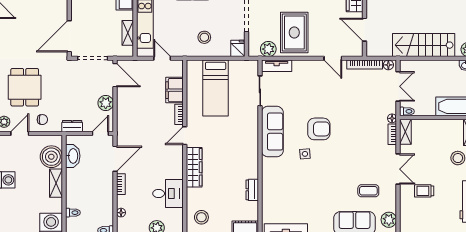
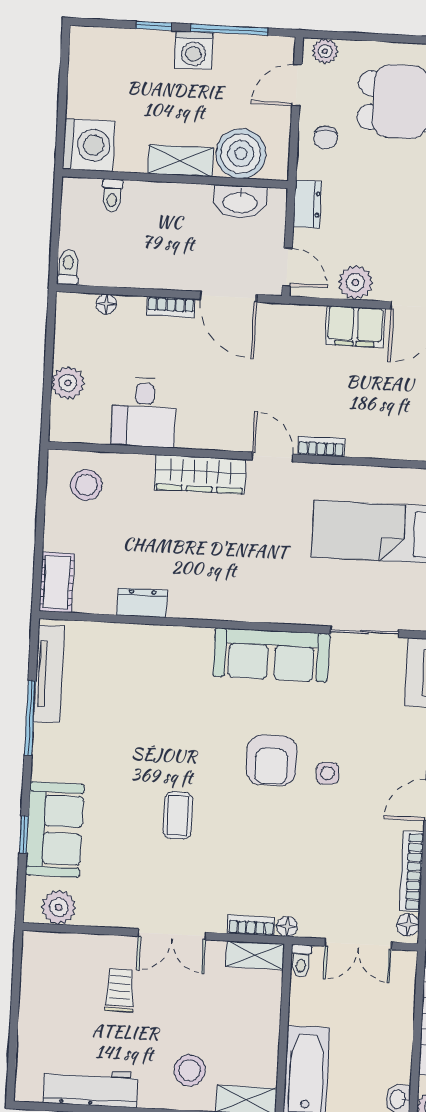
filing cabinet: (175, 90) -> (355, 327), moved, turned 180
door: (20, 133) -> (297, 85), swing flipped
side table: (305, 154) -> (327, 773), moved
coffee table: (368, 191) -> (178, 816), moved

